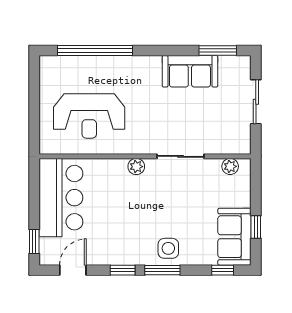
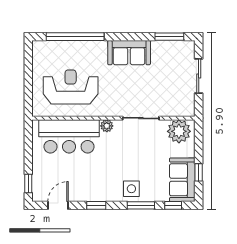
sofa: (190, 71) -> (129, 53), moved
reception desk: (89, 116) -> (71, 87), turned 180
plant: (230, 166) -> (179, 131), width x1.87, depth x1.87
bar counter: (61, 198) -> (69, 136), moved, turned 90
window: (162, 270) -> (141, 205), moved

